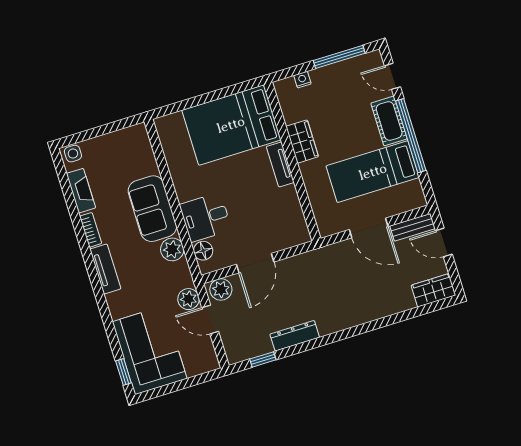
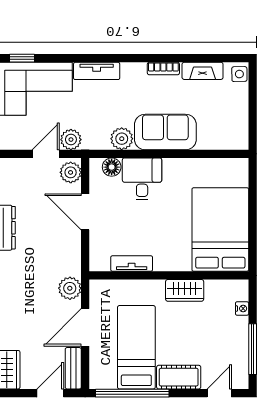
window: (411, 136) -> (132, 393), moved
tv unit: (280, 164) -> (132, 264), moved
plant: (335, 255) -> (70, 288), added
tv unit: (105, 269) -> (97, 71), moved

